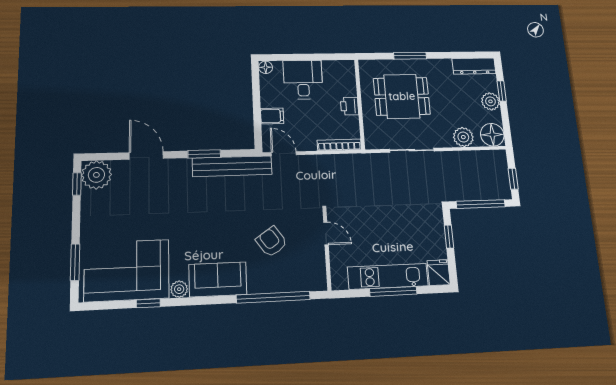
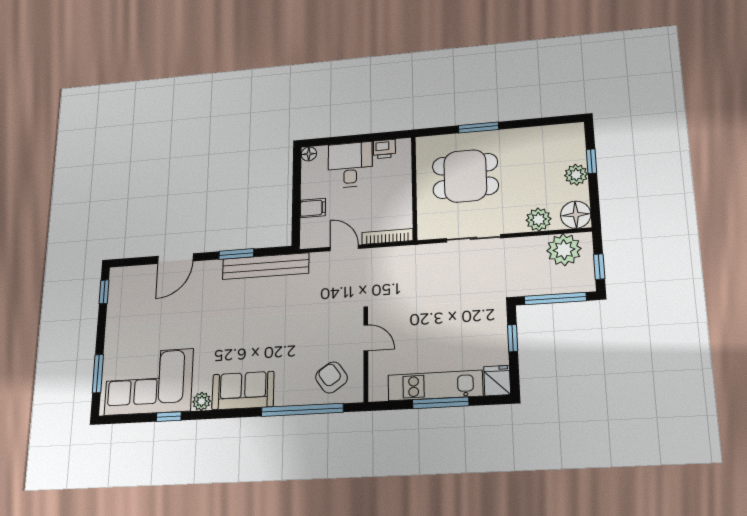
dresser: (474, 66) -> (558, 134), removed
printer: (349, 106) -> (384, 149), moved, turned -90
door: (284, 154) -> (344, 248), moved
door: (146, 155) -> (175, 259), swing flipped
plant: (96, 175) -> (564, 250), moved
armchair: (271, 242) -> (331, 377), moved

